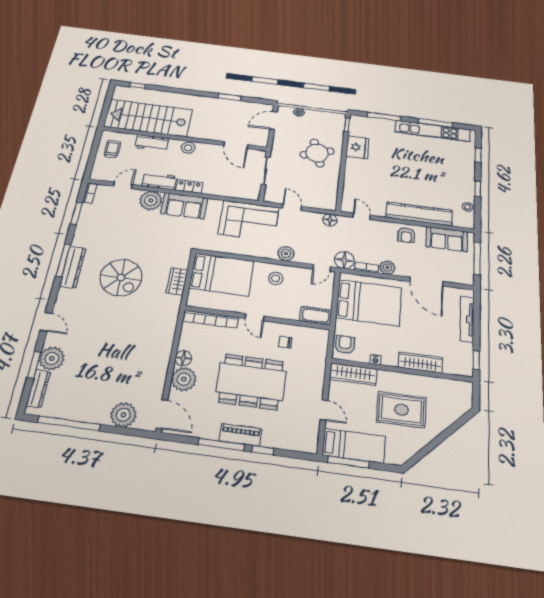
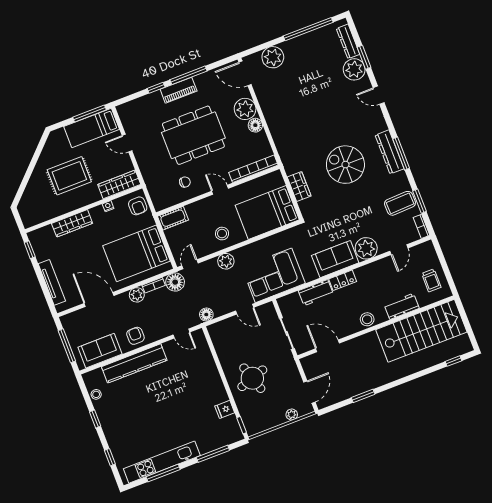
fridge: (357, 147) -> (225, 409), width x0.53, depth x0.75
workbench: (159, 181) -> (316, 293), moved
coffee table: (95, 220) -> (400, 203), added

